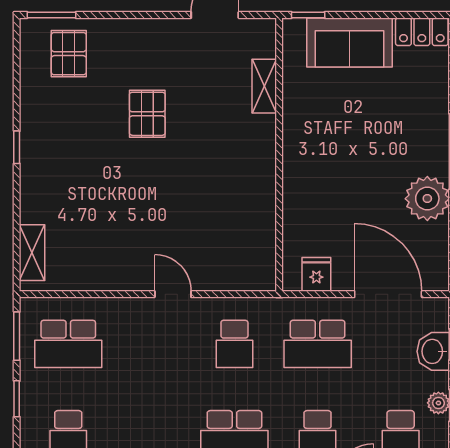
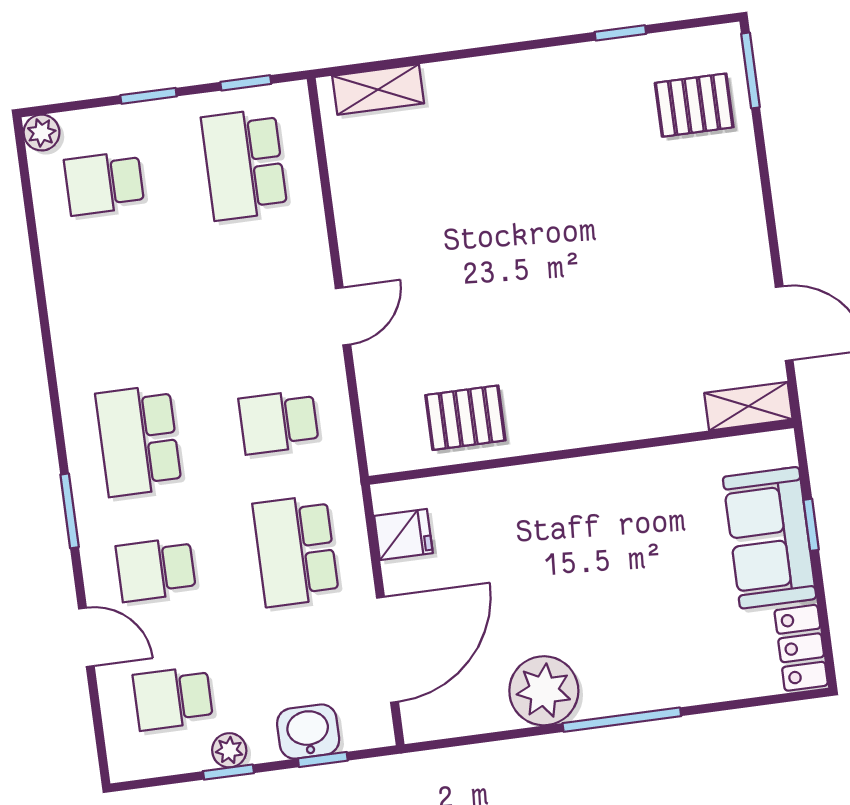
window: (308, 15) -> (811, 525), moved
shelving: (264, 86) -> (748, 406), moved
pallet: (147, 114) -> (465, 418), moved
window: (17, 147) -> (620, 33), moved
window: (17, 336) -> (246, 83), width x0.67

